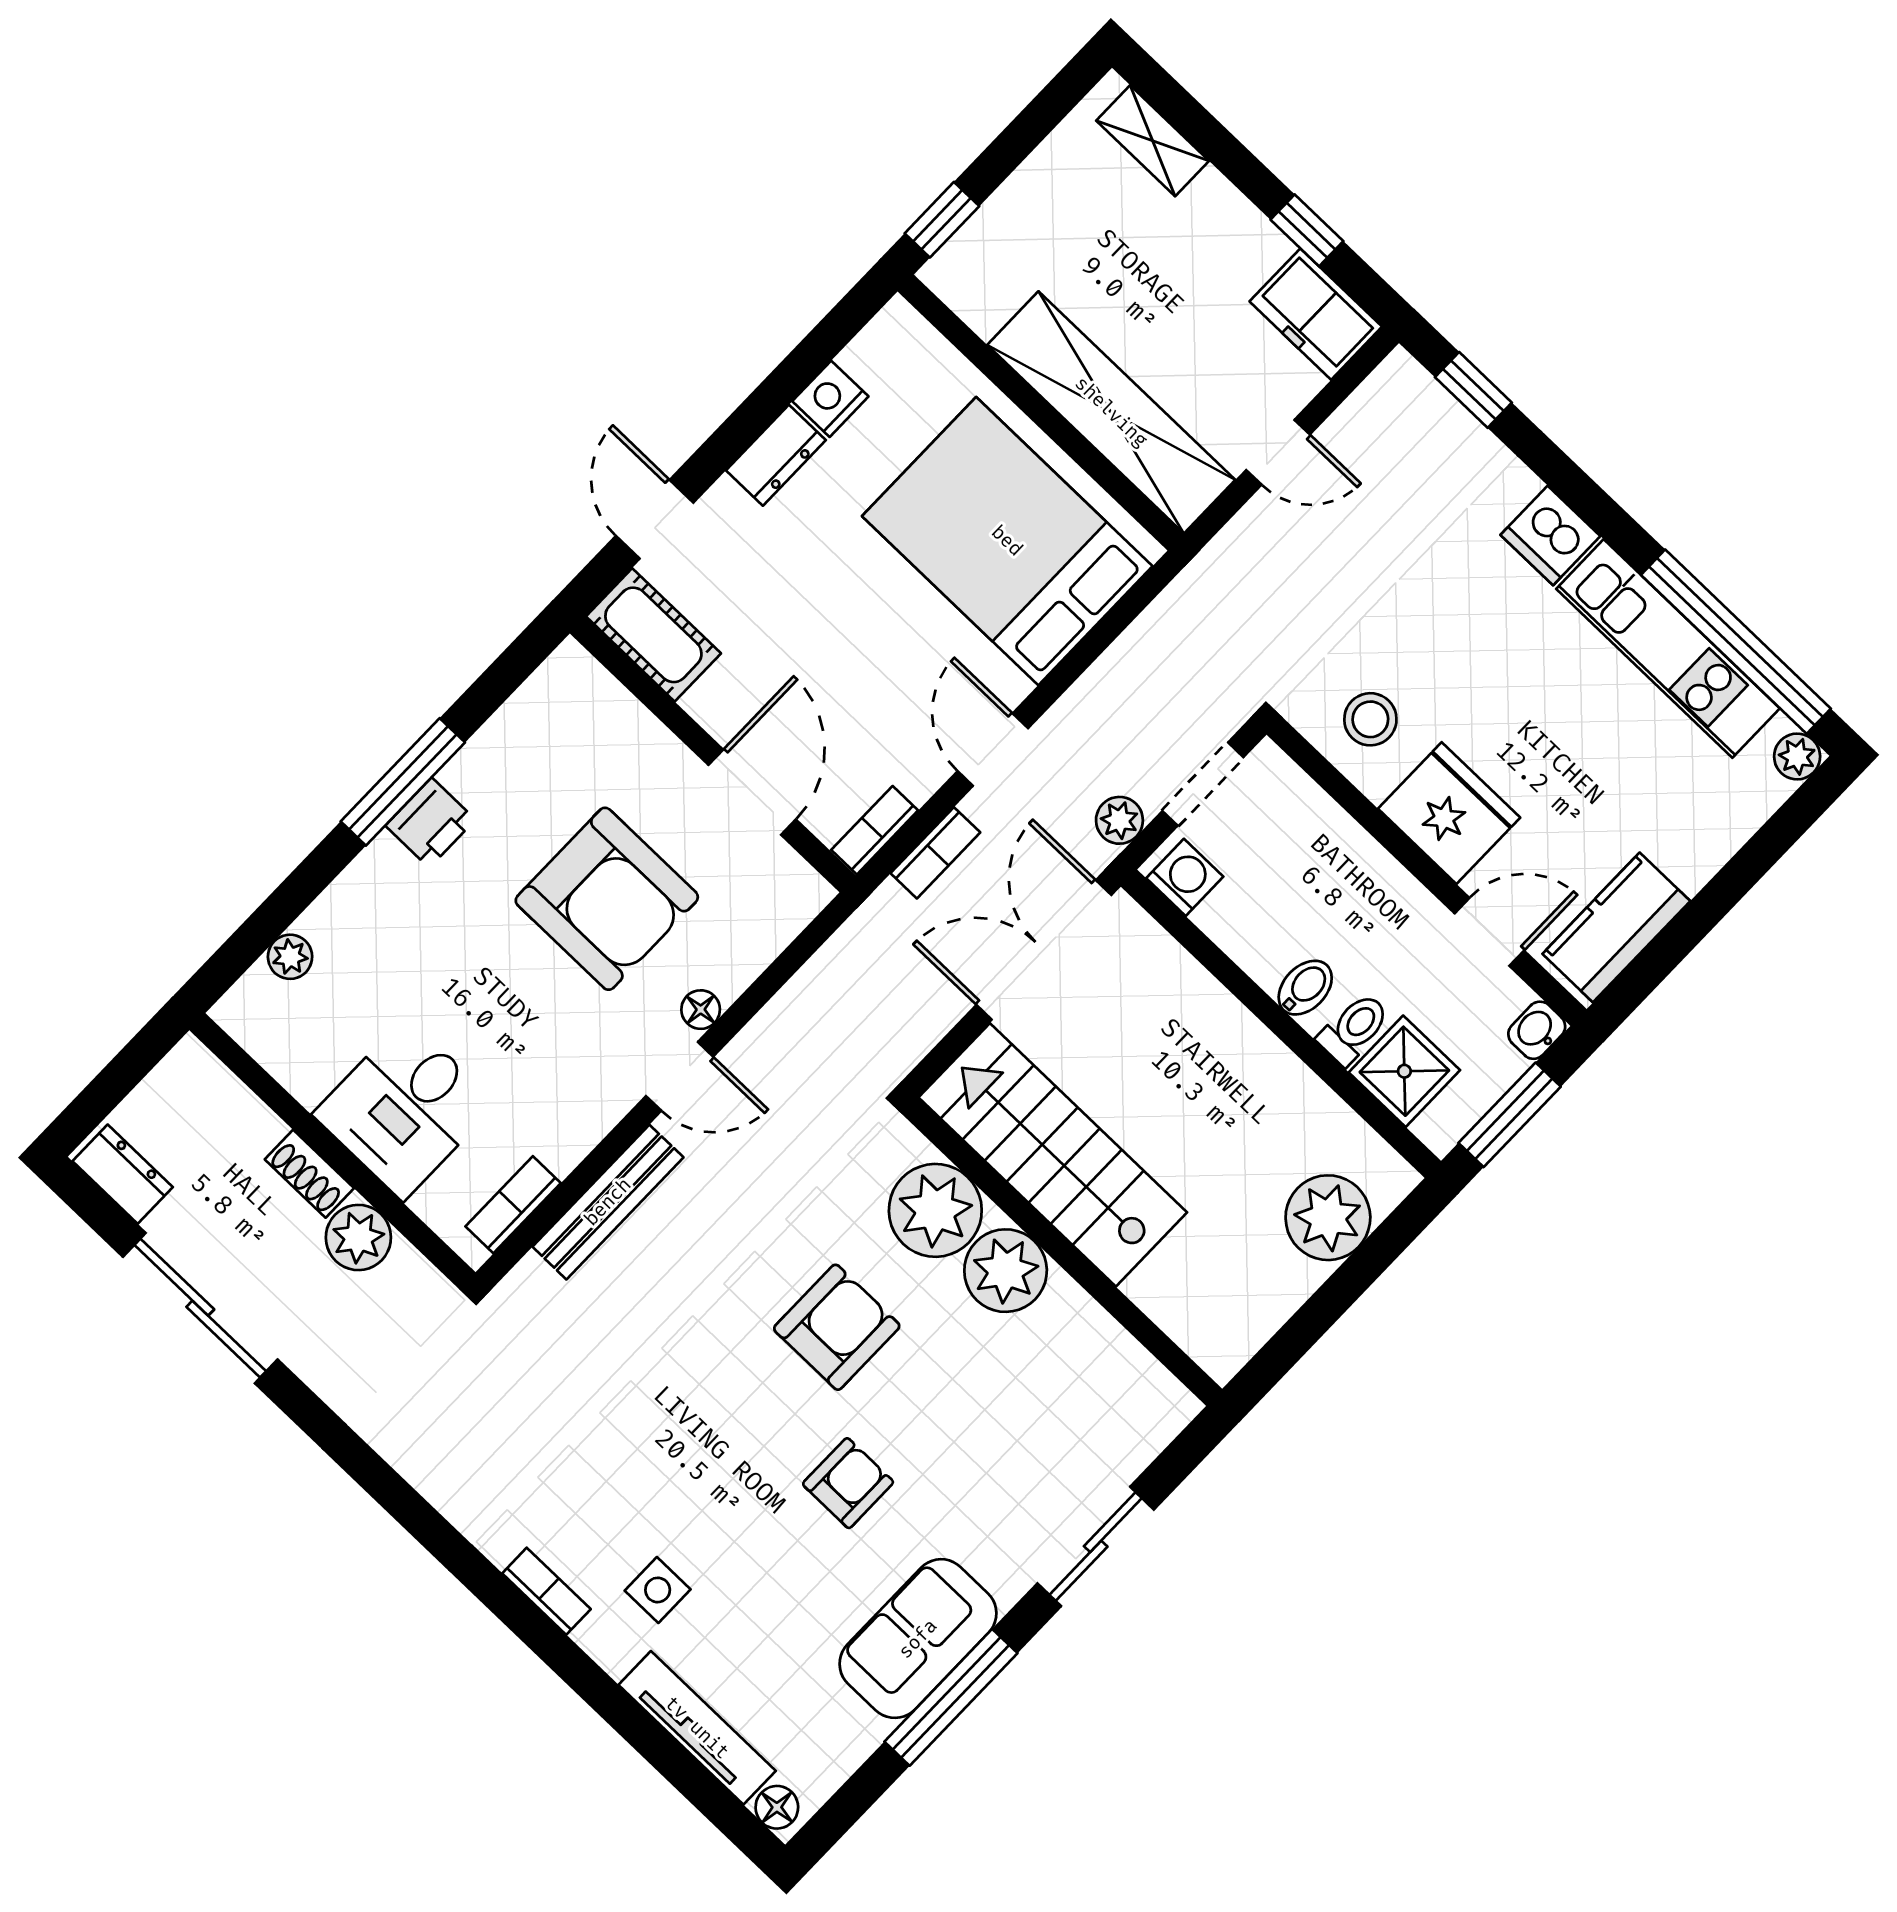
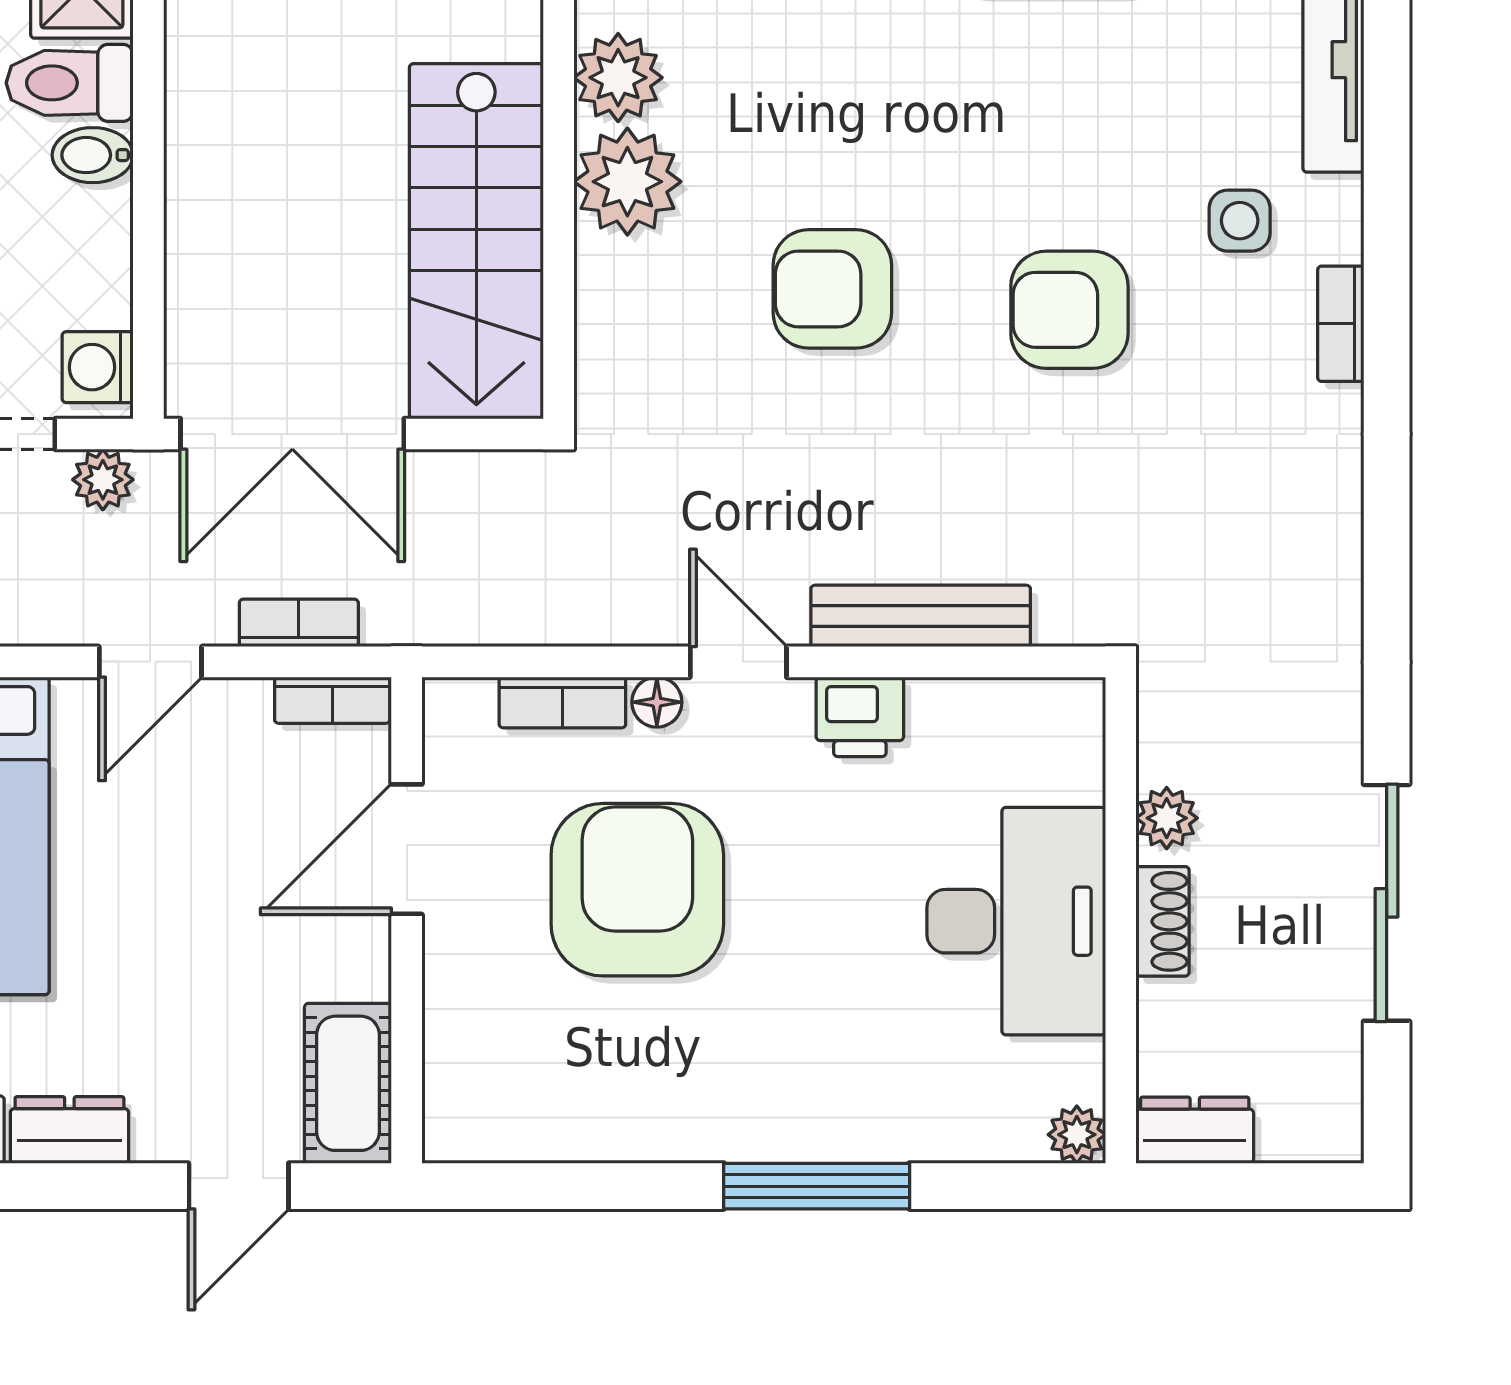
window: (403, 782) -> (817, 1186), moved
printer: (430, 823) -> (860, 717), moved, turned 180
plant: (290, 957) -> (1077, 1135), moved
toilet: (1354, 1029) -> (70, 83), width x1.37, depth x1.39
desk: (405, 1109) -> (1016, 921), width x1.37
dresser: (123, 1174) -> (1195, 1130), moved, turned 90
bookcase: (513, 1205) -> (562, 702), moved
plant: (935, 1210) -> (618, 78), moved, width x0.73, depth x0.73
plant: (358, 1238) -> (1167, 818), width x0.73, depth x0.73
armchair: (848, 1483) -> (1069, 310), moved, width x1.38, depth x1.38

